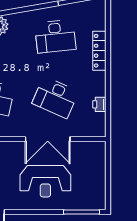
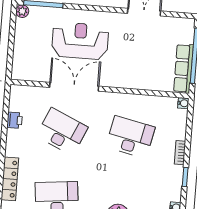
plant: (100, 204) -> (22, 11), added

